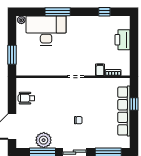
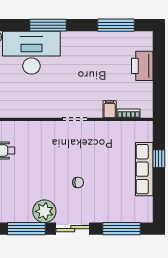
window: (104, 12) -> (116, 25), width x2.17
row of seats: (124, 111) -> (144, 169), width x0.73
plant: (44, 140) -> (44, 211), moved

